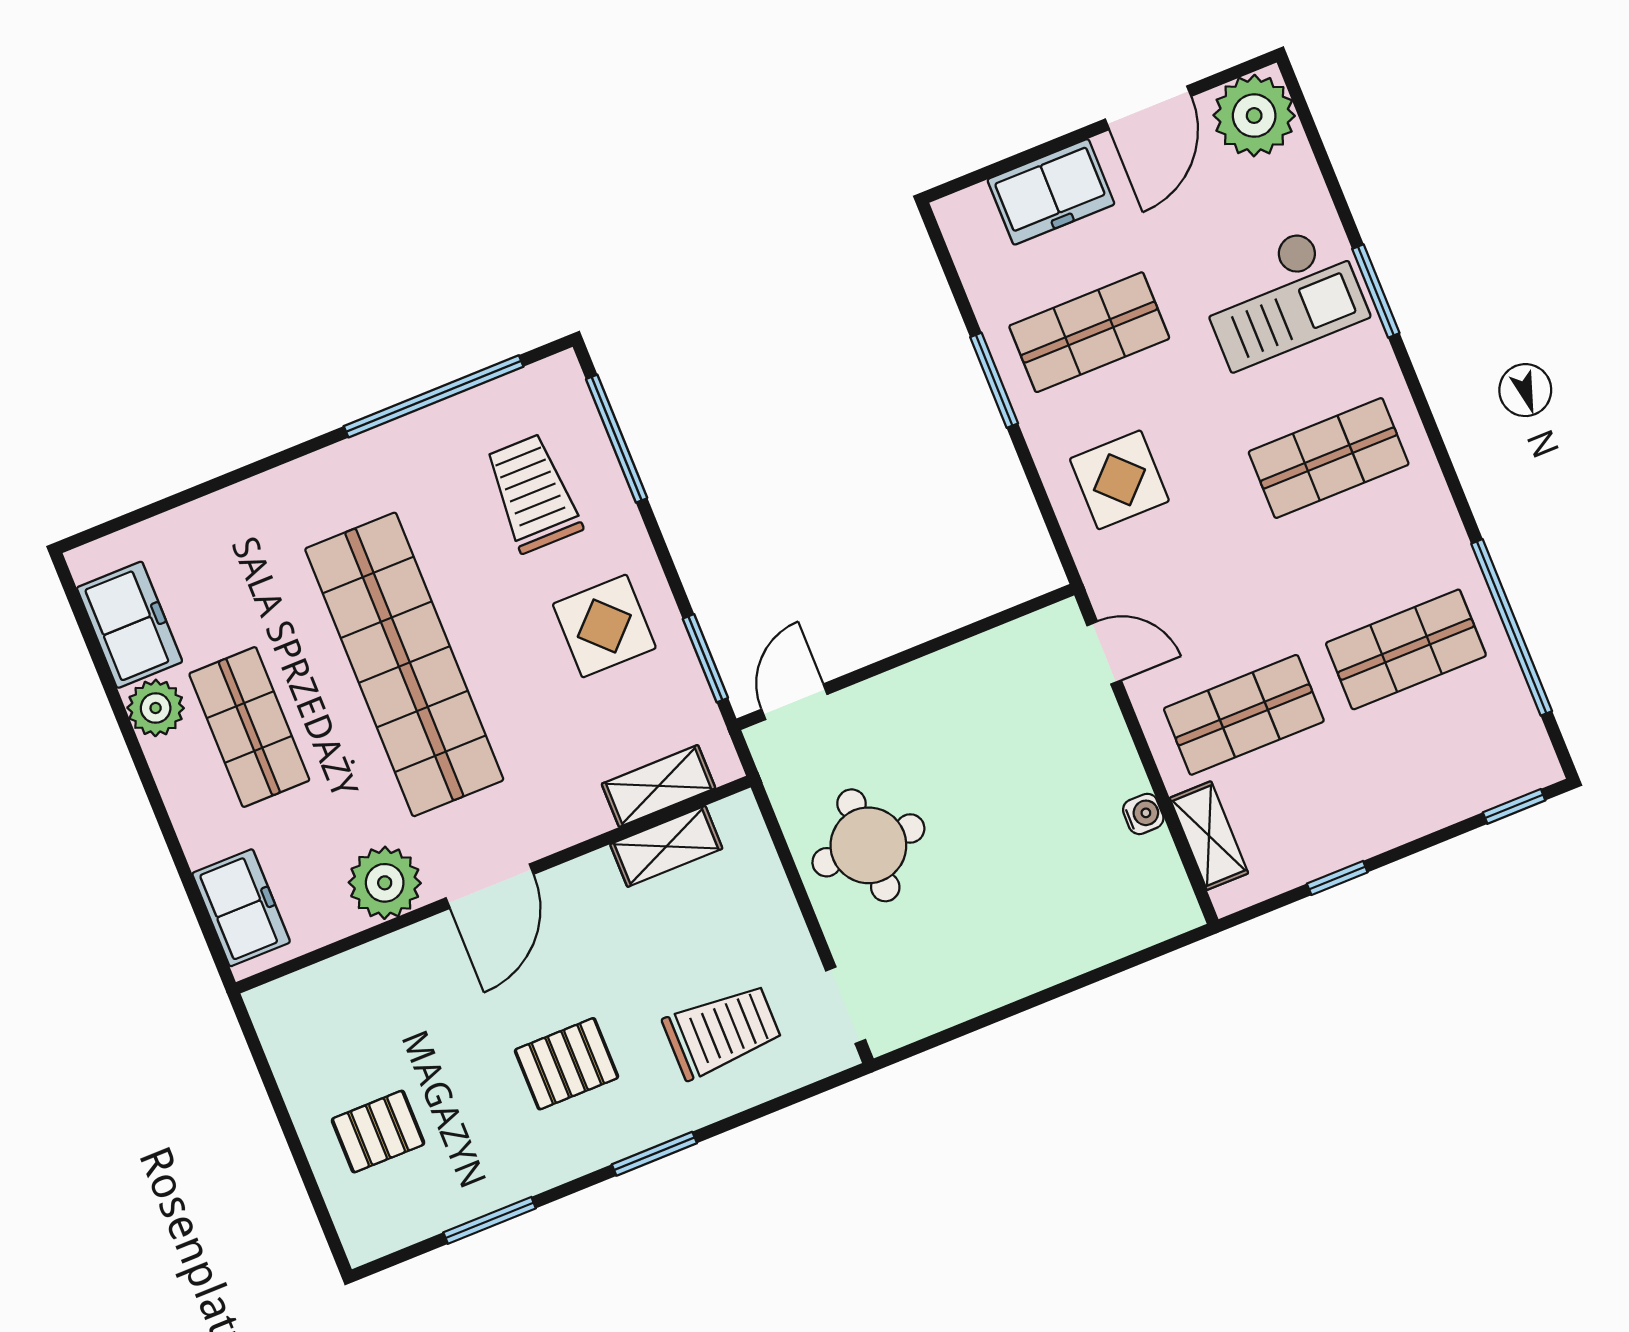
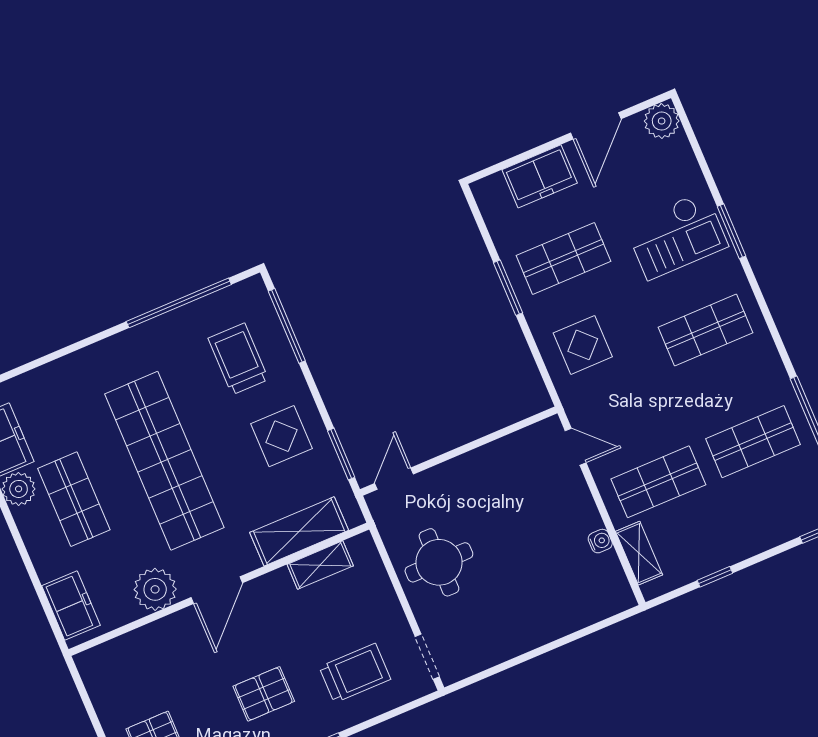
plant: (1254, 116) -> (662, 121), width x0.73, depth x0.73
shelving: (659, 786) -> (299, 531), width x1.50, depth x1.33

